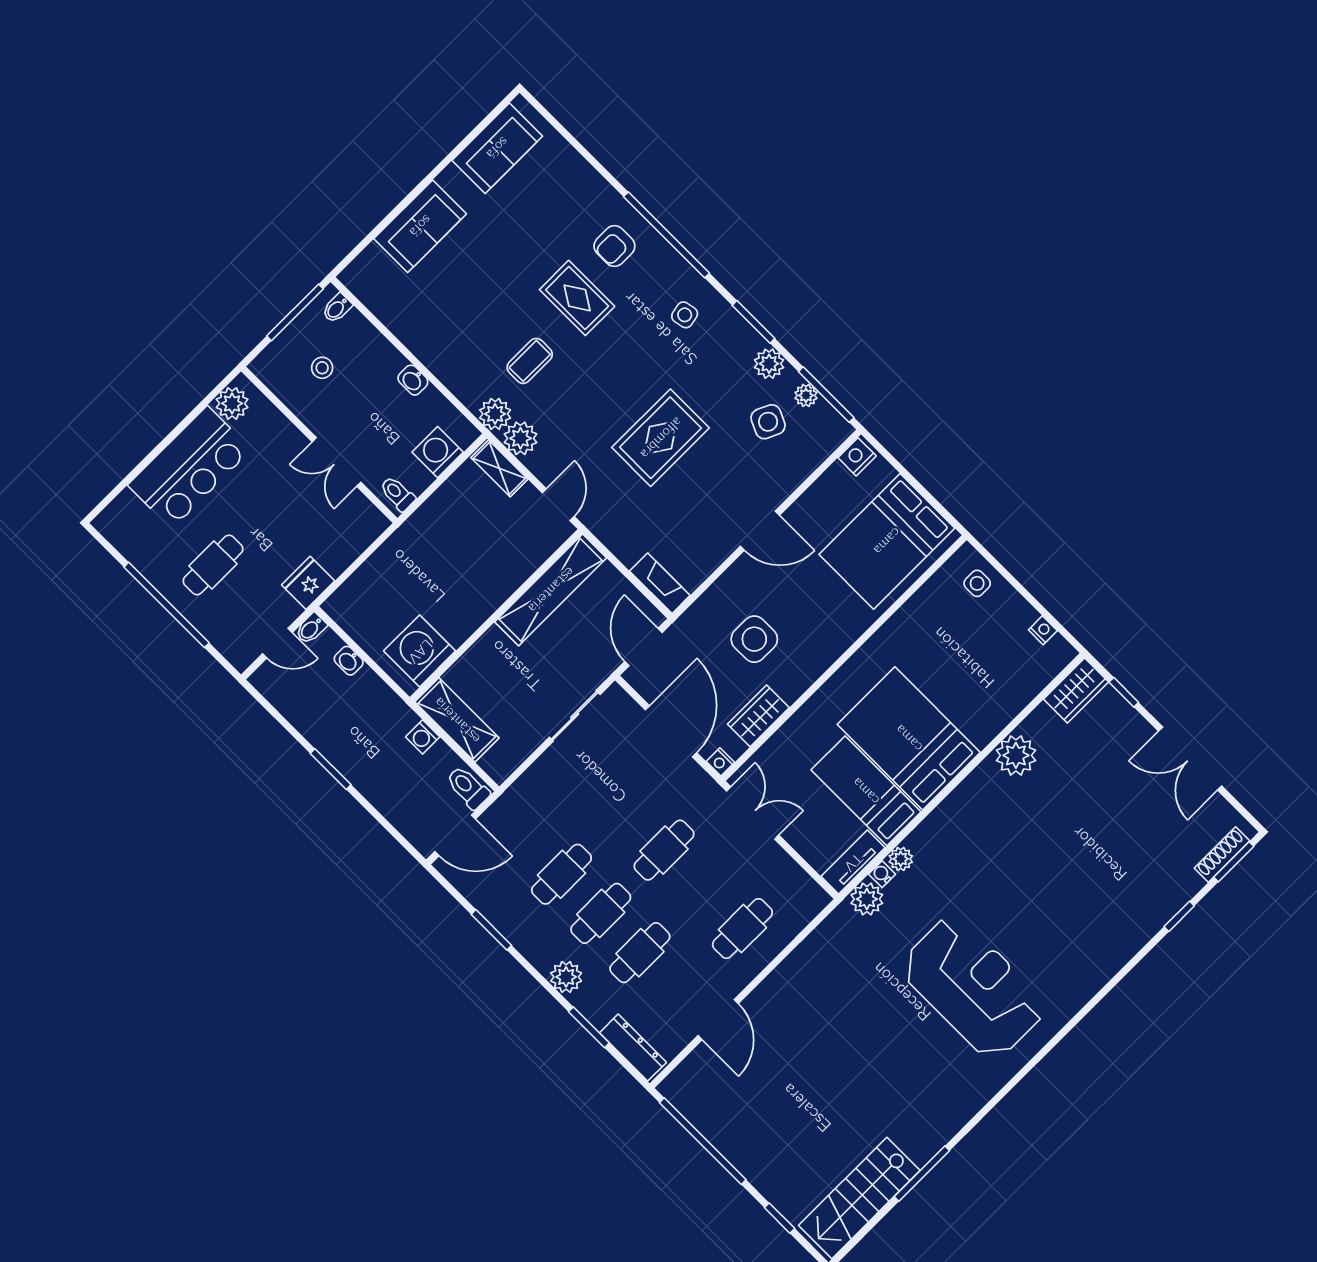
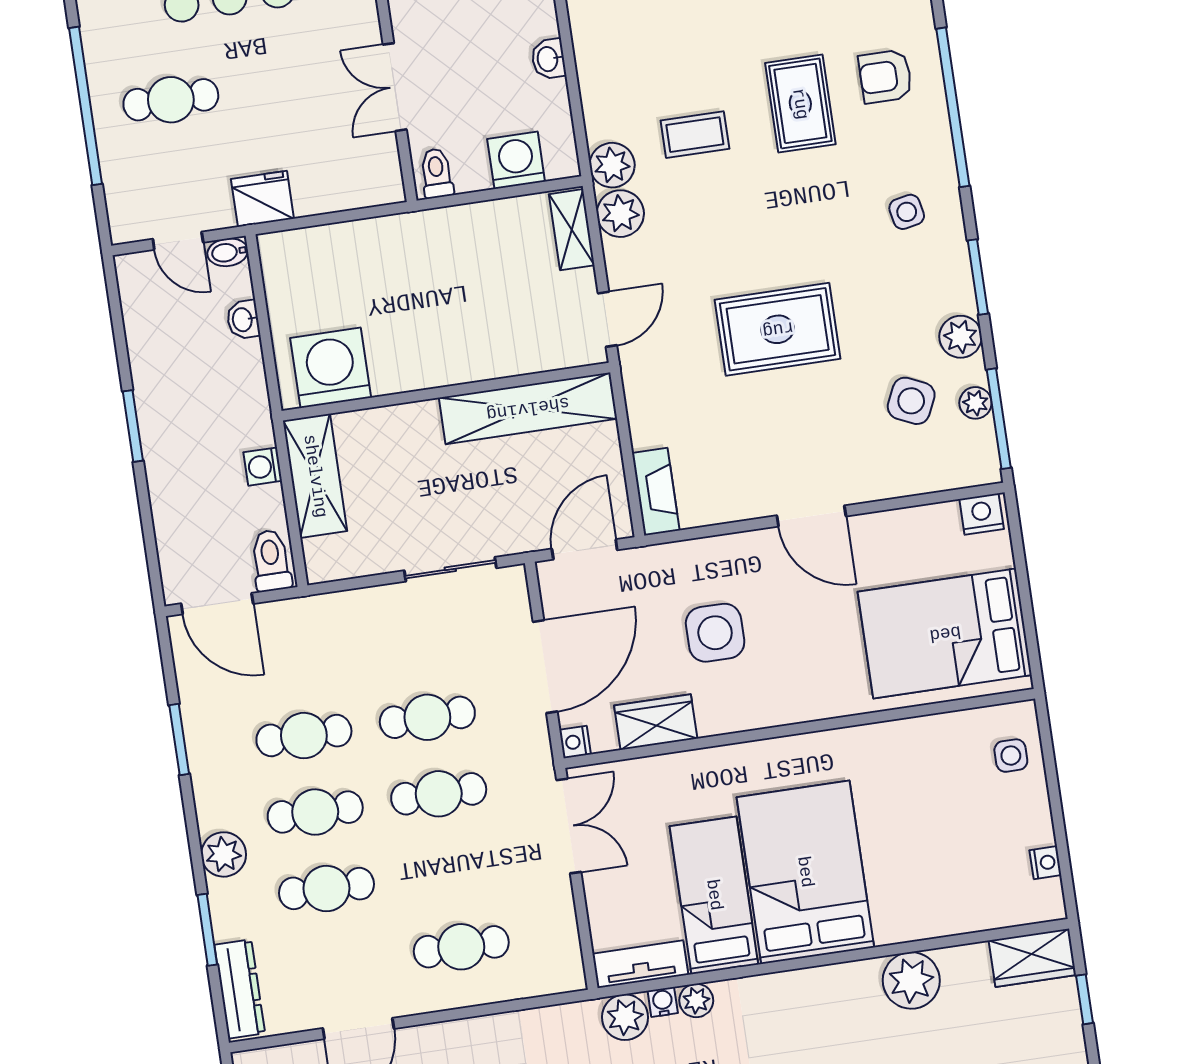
cafe table: (625, 811) -> (427, 717), added

